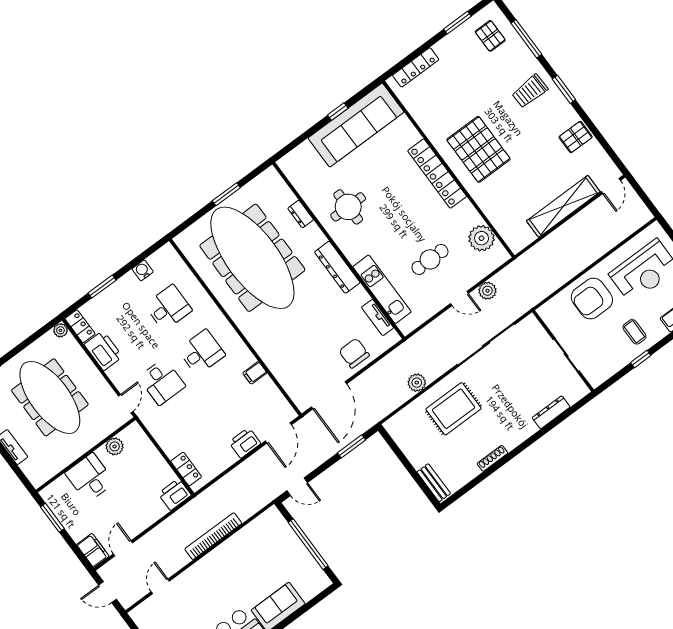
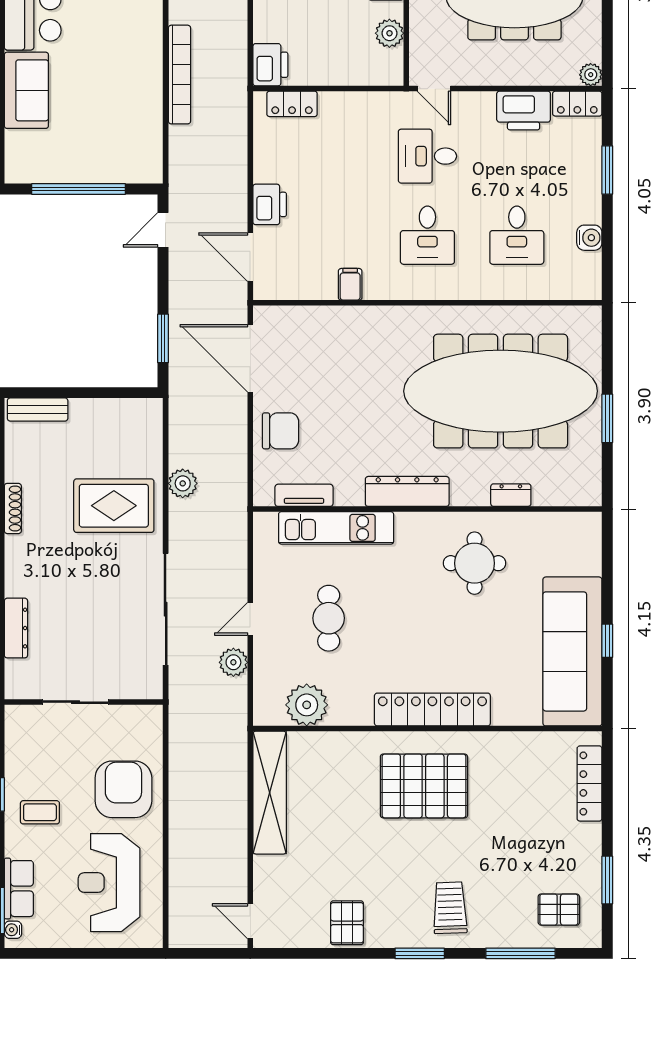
shelving: (563, 206) -> (270, 793), moved
rug: (453, 409) -> (114, 506), turned 90

